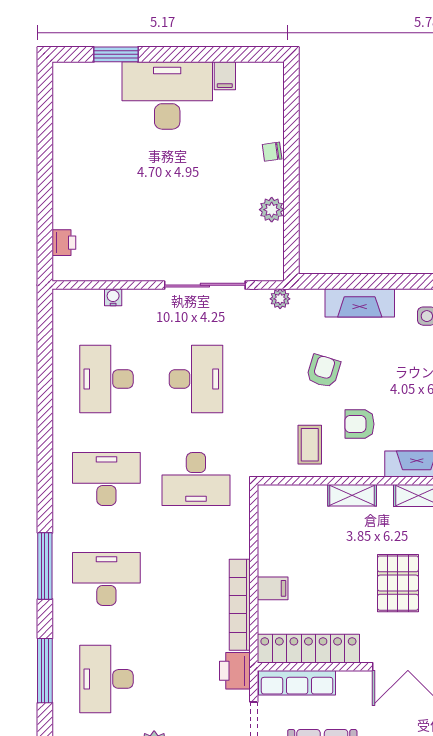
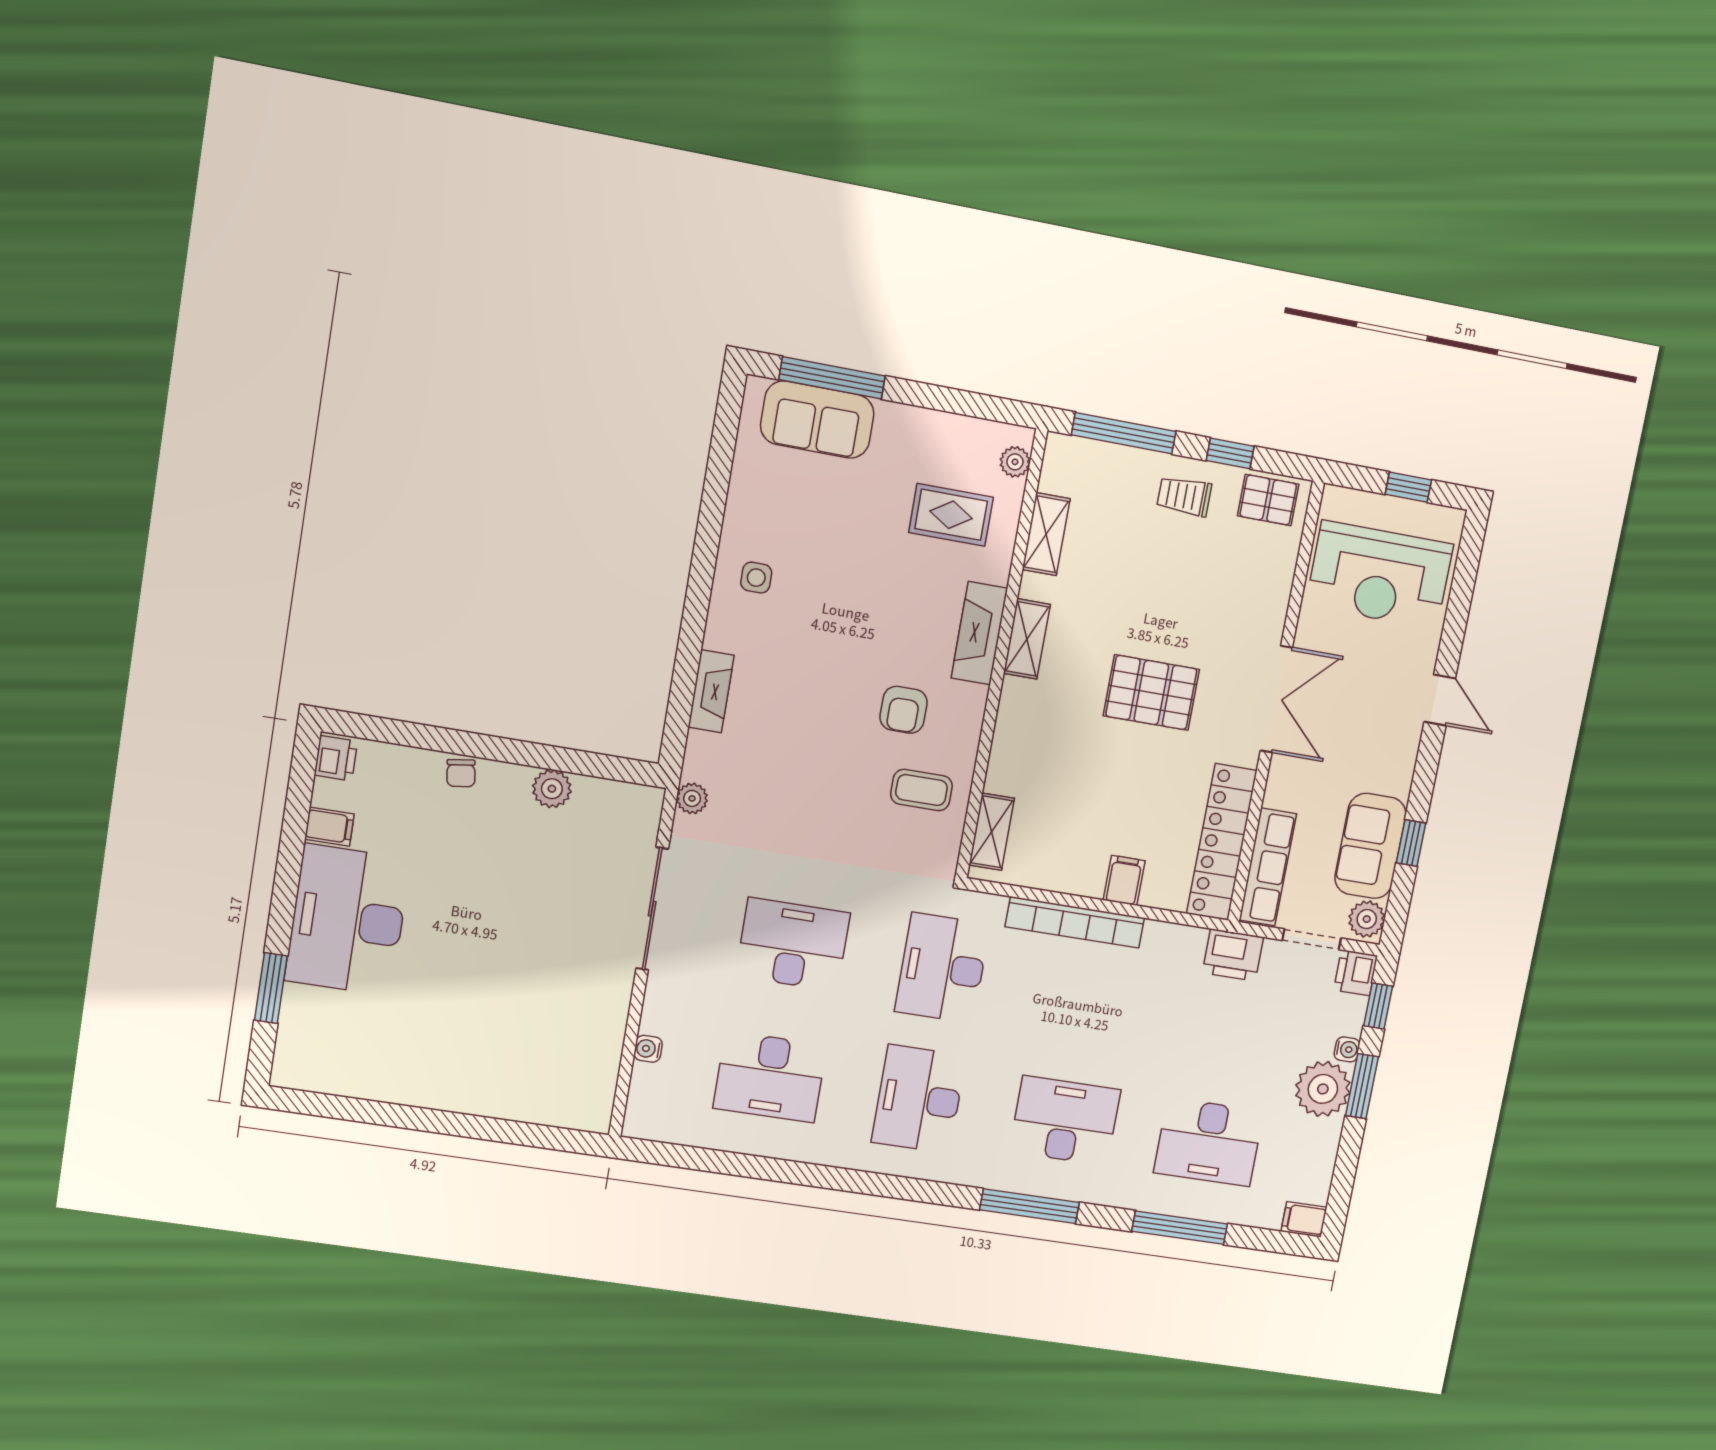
printer: (64, 243) -> (336, 758), moved, turned 90
fireplace: (360, 303) -> (711, 691), width x0.73, depth x0.76
armchair: (323, 371) -> (814, 751), removed
desk: (196, 479) -> (942, 968), turned 180
shelving: (352, 495) -> (992, 832), moved
desk: (106, 579) -> (1065, 1121), turned 90
bookcase: (240, 605) -> (1075, 922), moved

